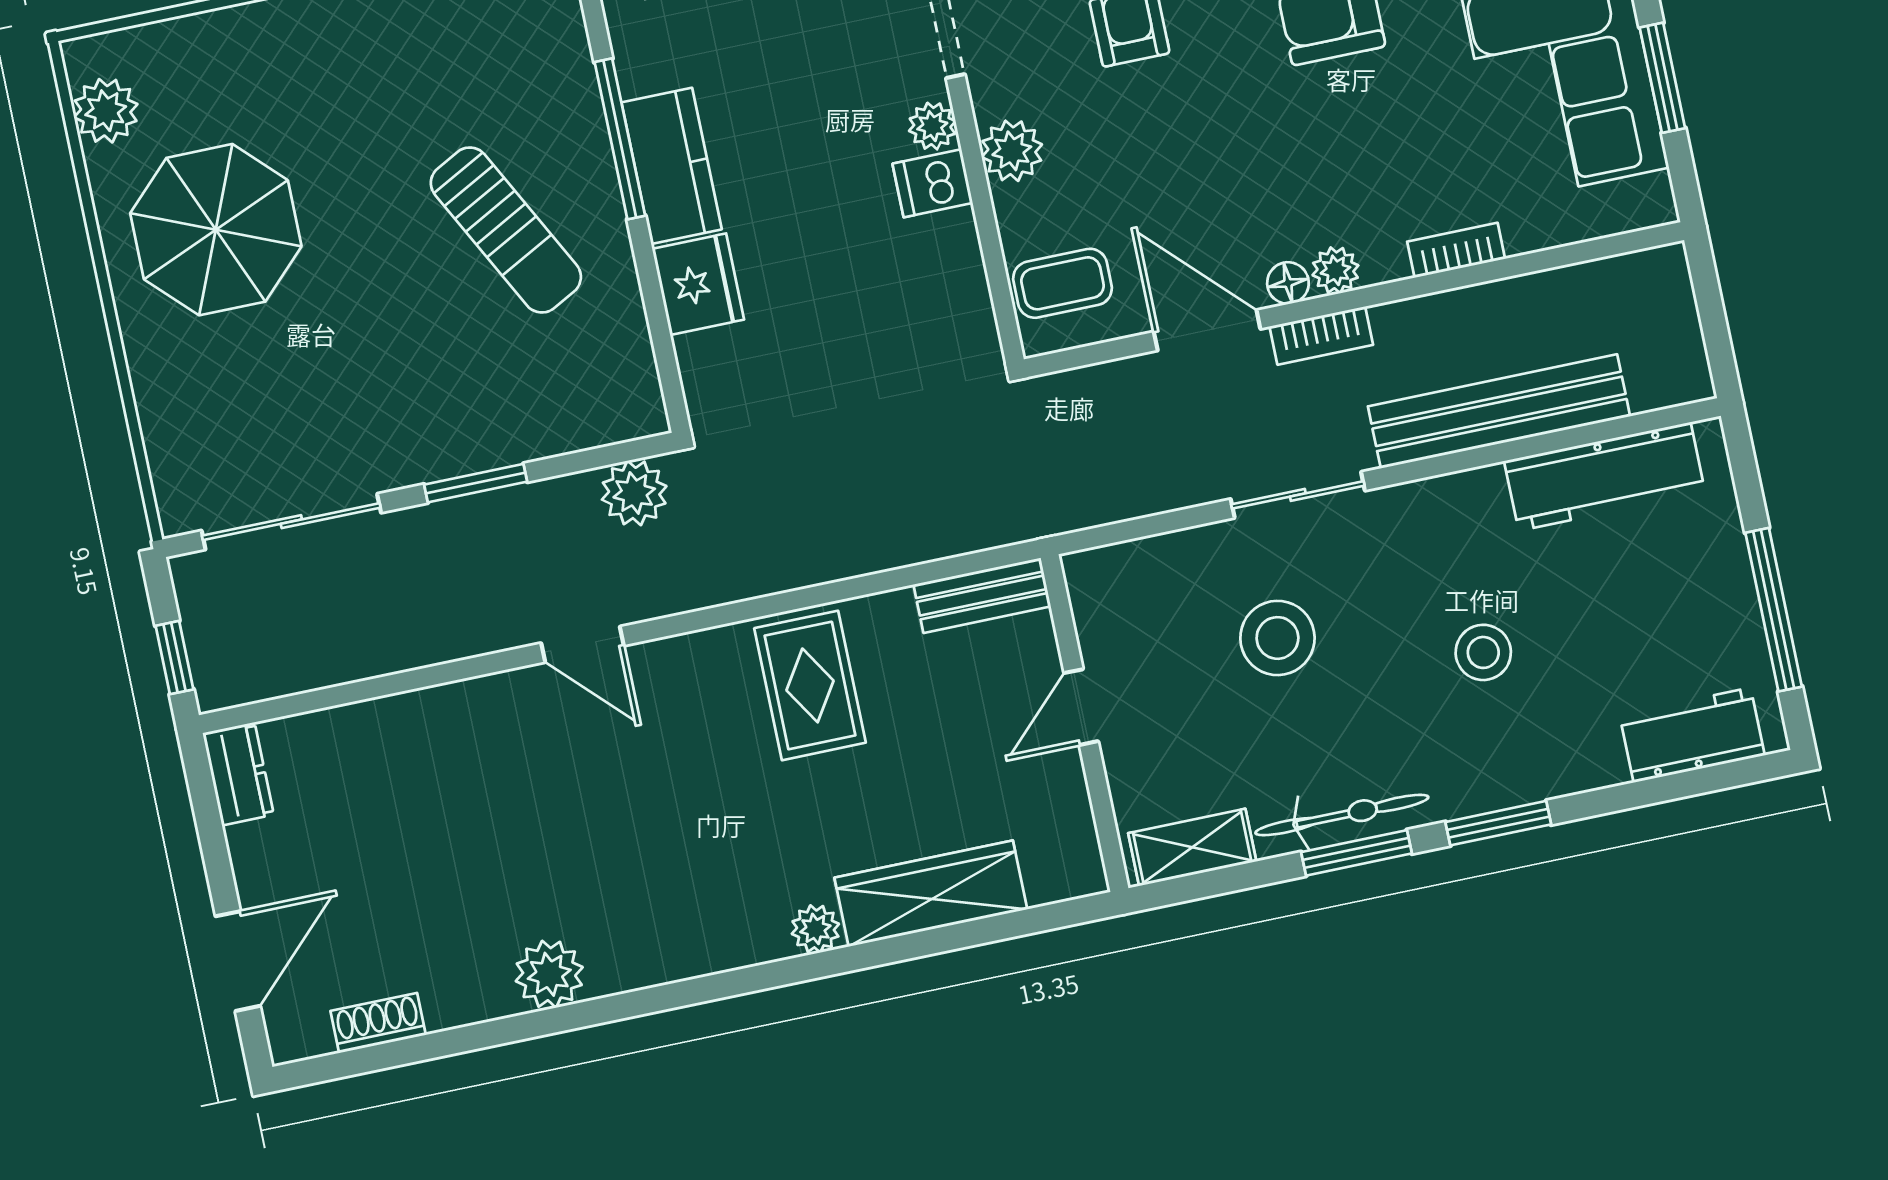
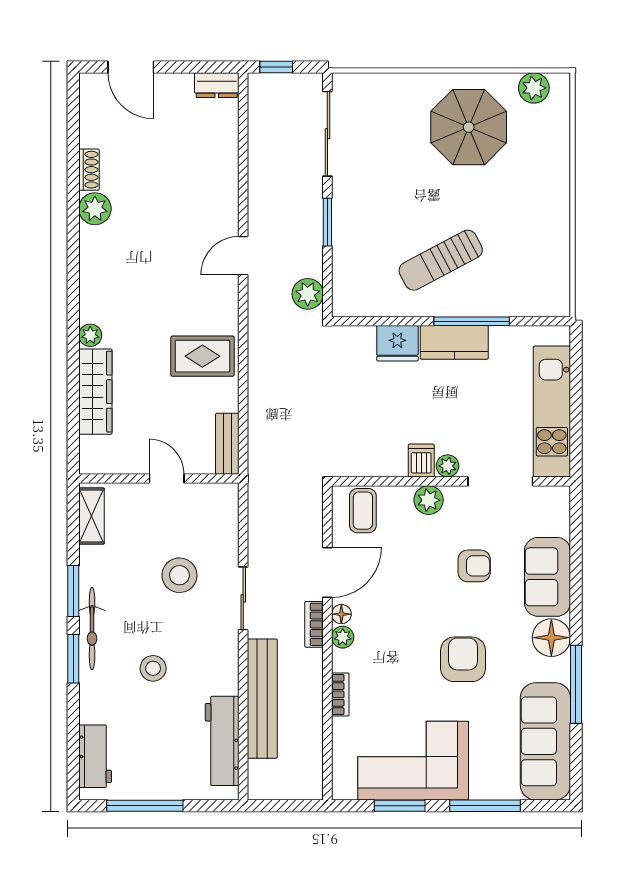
bicycle: (1342, 815) -> (92, 629), moved
shoe rack: (378, 1023) -> (89, 170), moved

